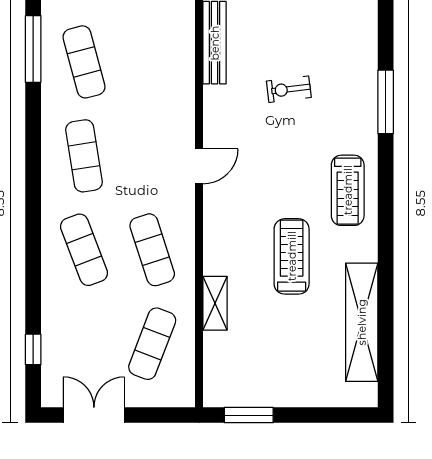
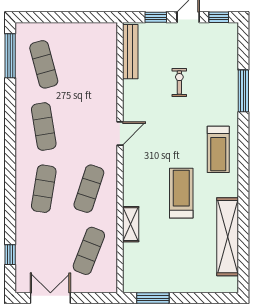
exercise bike: (289, 89) -> (179, 82), turned 97
exercise mat: (84, 250) -> (44, 189), turned 30
exercise mat: (152, 250) -> (89, 189), turned 36

